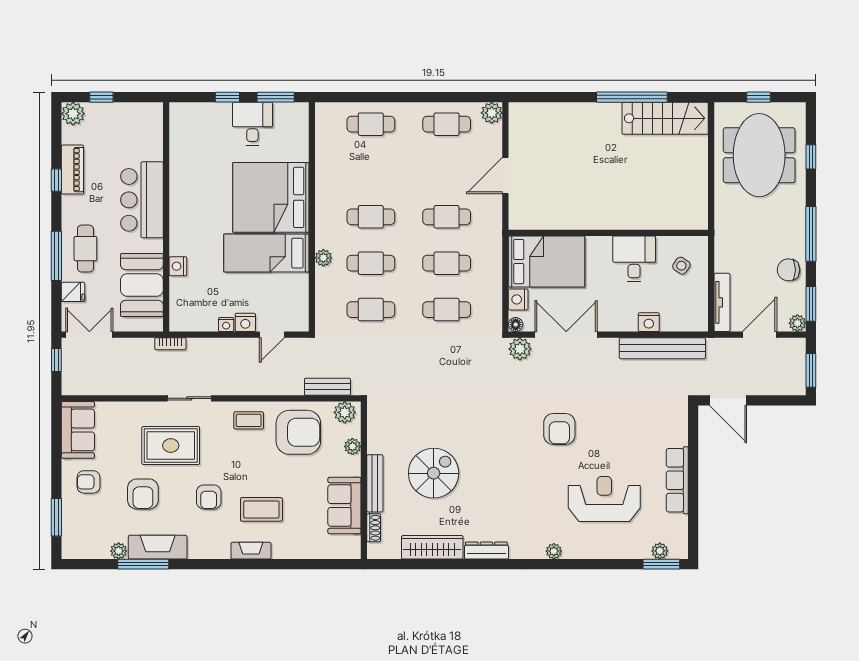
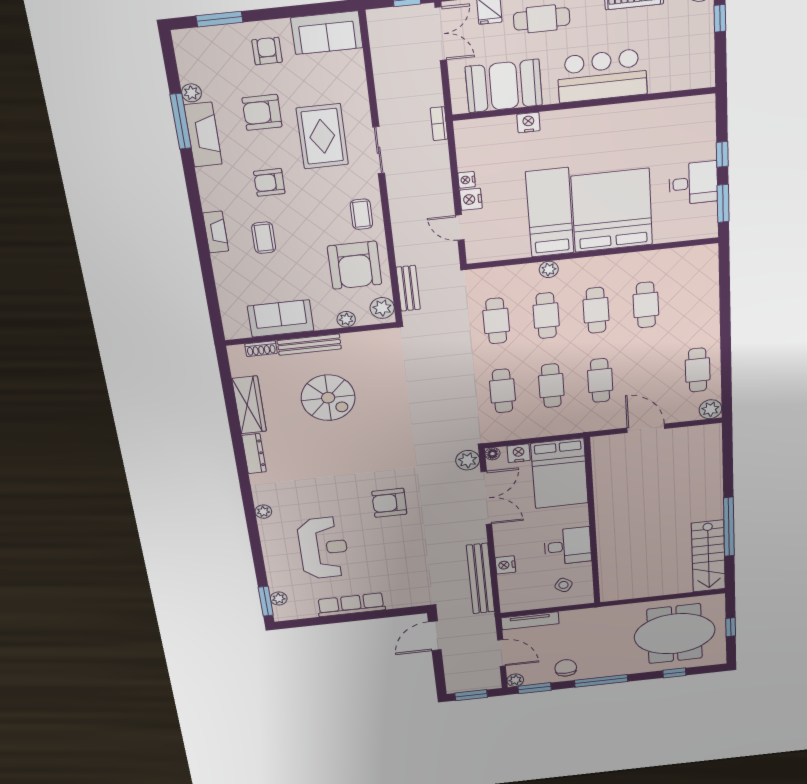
cafe table: (371, 124) -> (646, 305), moved
coffee table: (261, 509) -> (264, 238), width x0.73, depth x0.77

